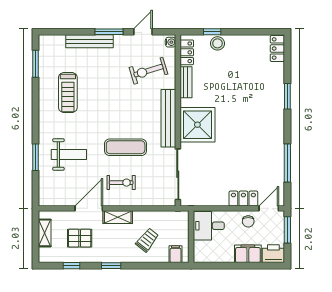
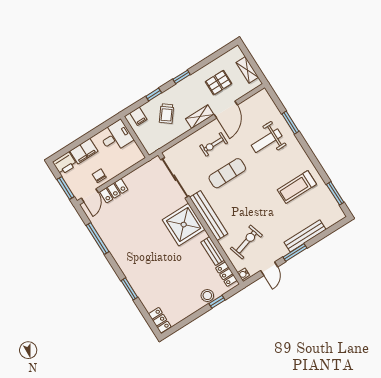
treadmill: (68, 92) -> (297, 187), turned -90
desk: (209, 226) -> (116, 137), moved
window: (72, 266) -> (154, 95), moved

